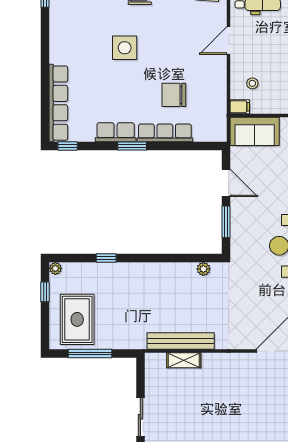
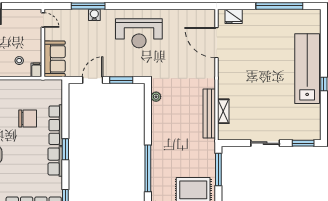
chair: (174, 95) -> (28, 119), turned -90
window: (106, 258) -> (148, 168), width x3.17
window: (90, 353) -> (218, 170), moved

